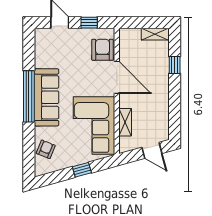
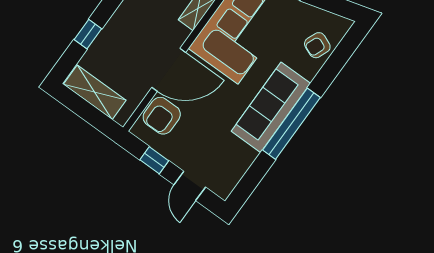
shelving: (155, 34) -> (95, 92), width x1.50, depth x1.33
door: (117, 77) -> (169, 70), swing flipped

